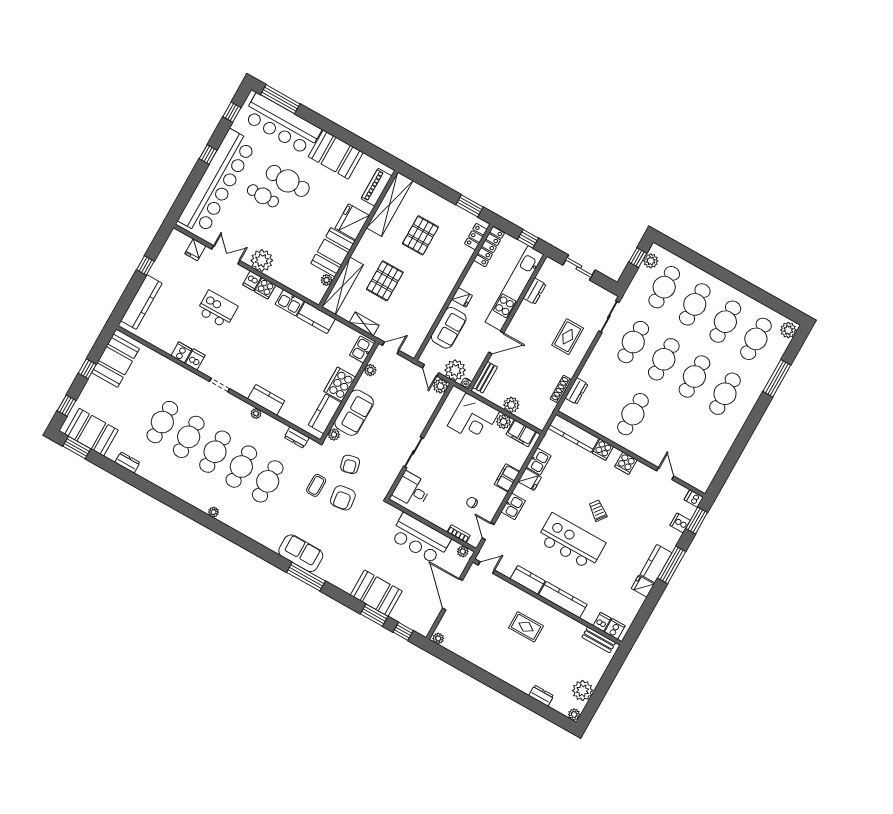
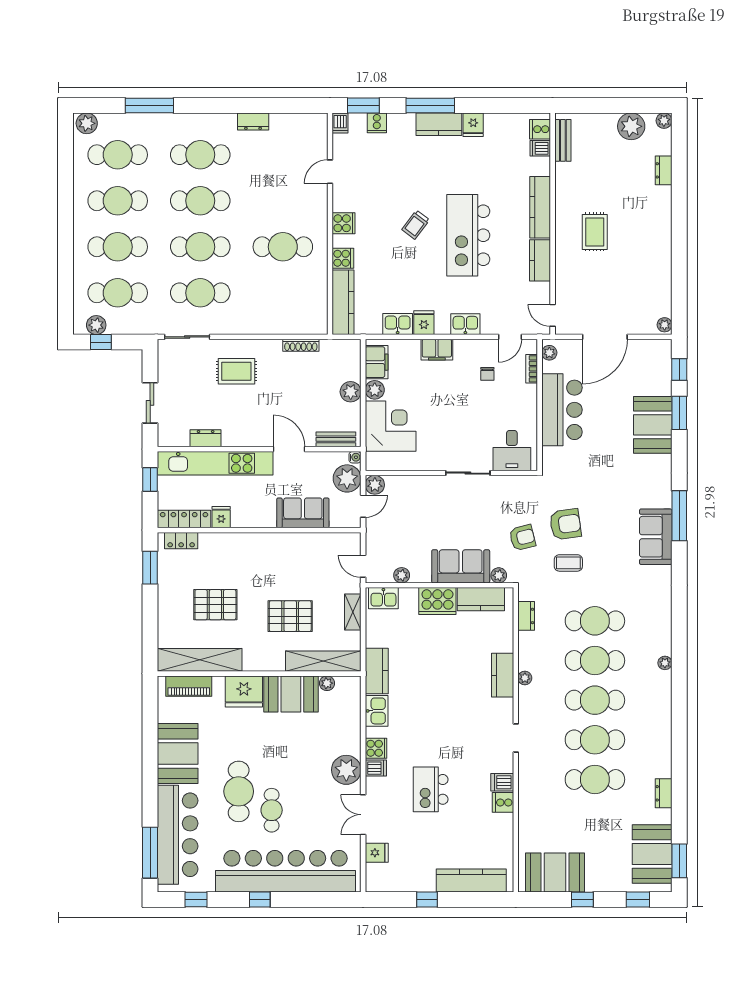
fridge: (462, 297) -> (221, 517), moved
dresser: (577, 391) -> (253, 122), moved, turned 180

